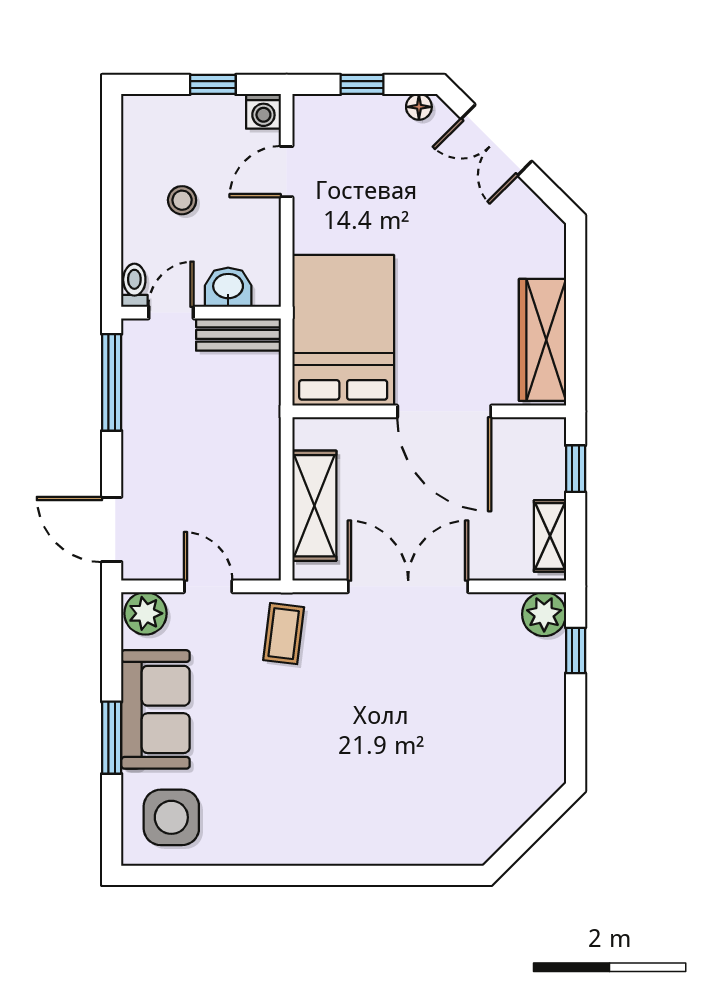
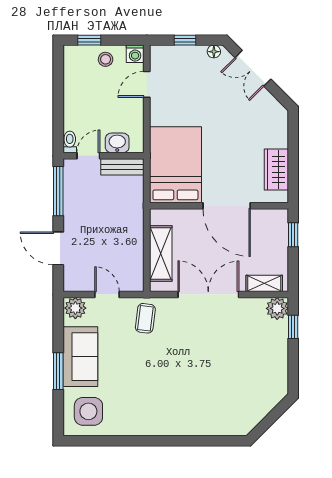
window: (213, 84) -> (89, 40), moved
stool: (182, 200) -> (106, 59), moved
wardrobe: (543, 340) -> (276, 170), width x0.67
door: (112, 529) -> (58, 248), moved
shelving: (550, 536) -> (264, 283), moved, turned 90

